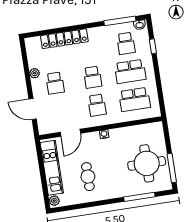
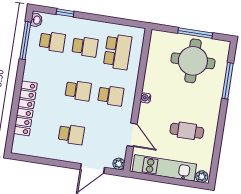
school desk: (130, 71) -> (85, 47), width x0.54
plant: (35, 73) -> (119, 164), moved
window: (172, 168) -> (195, 33), moved

